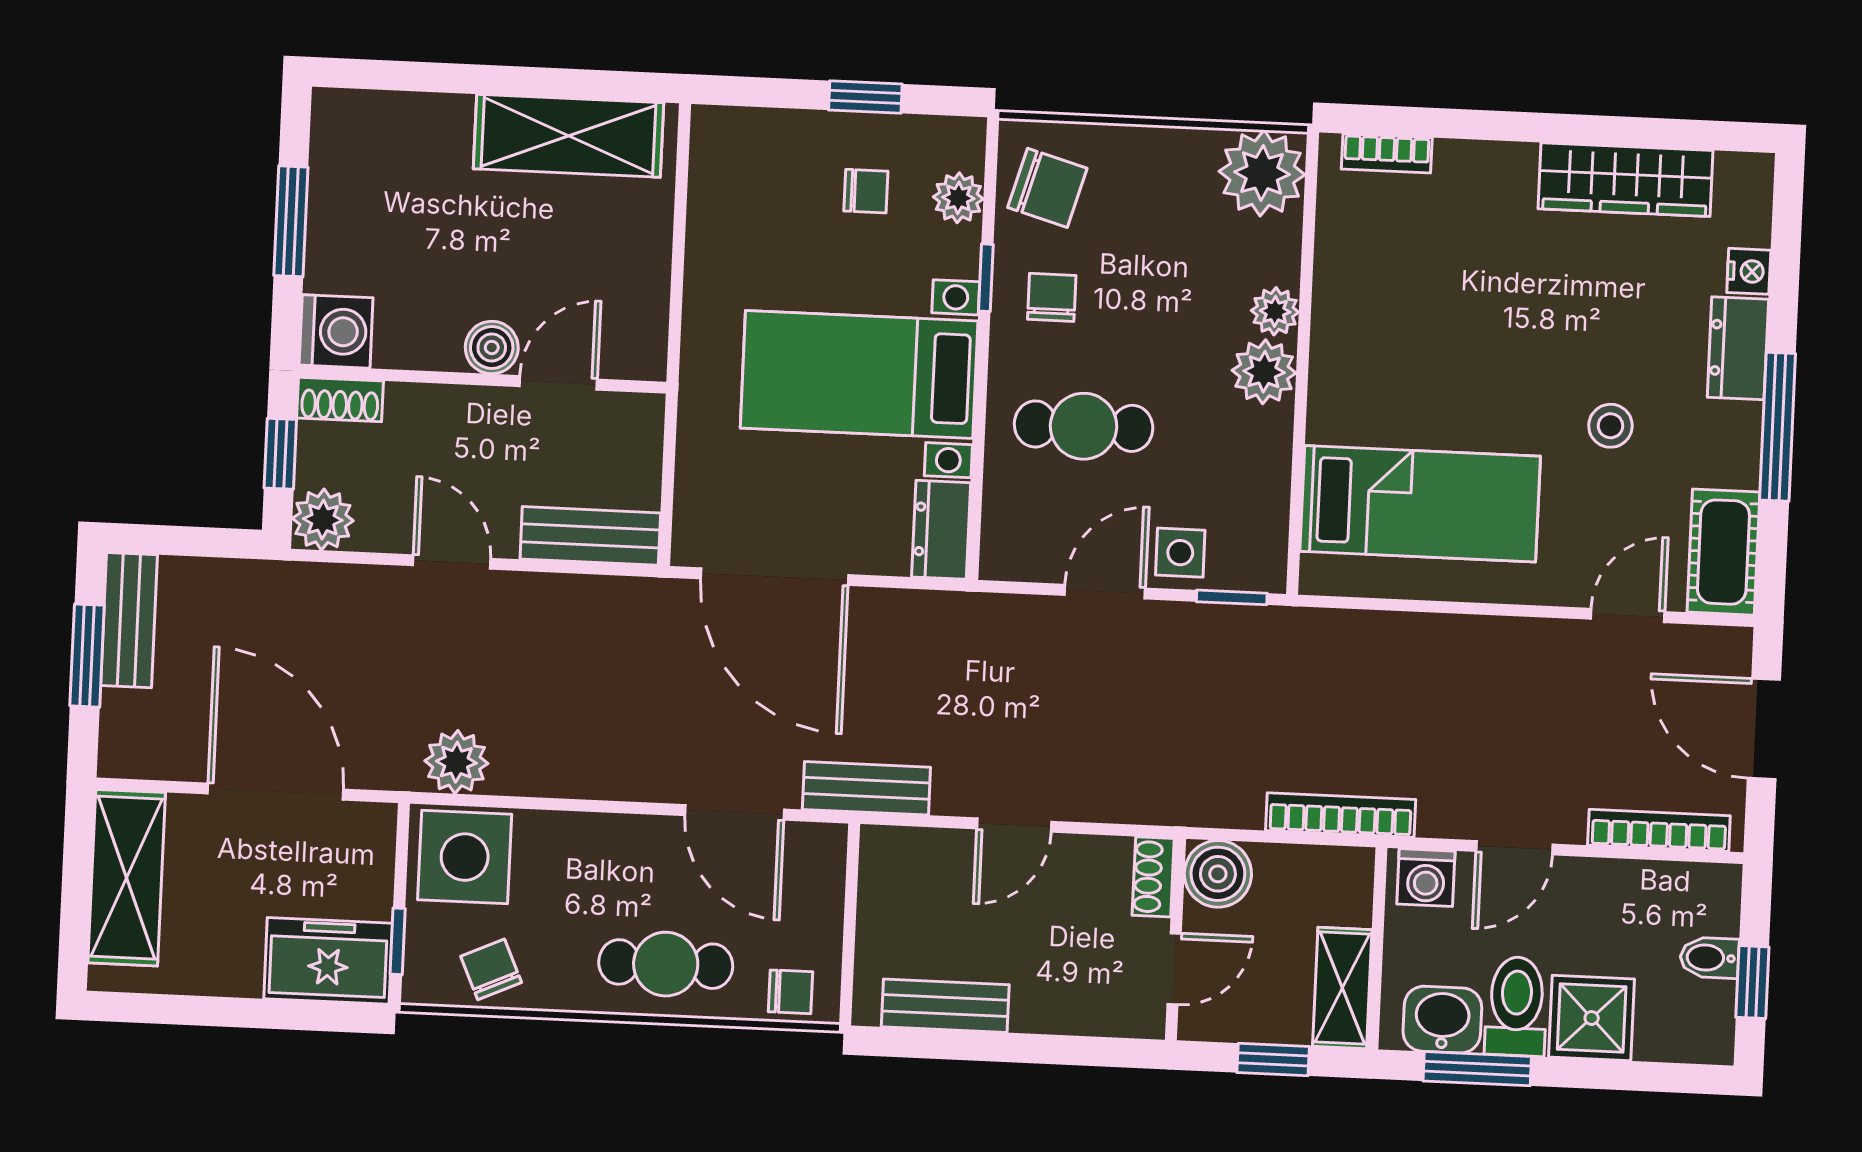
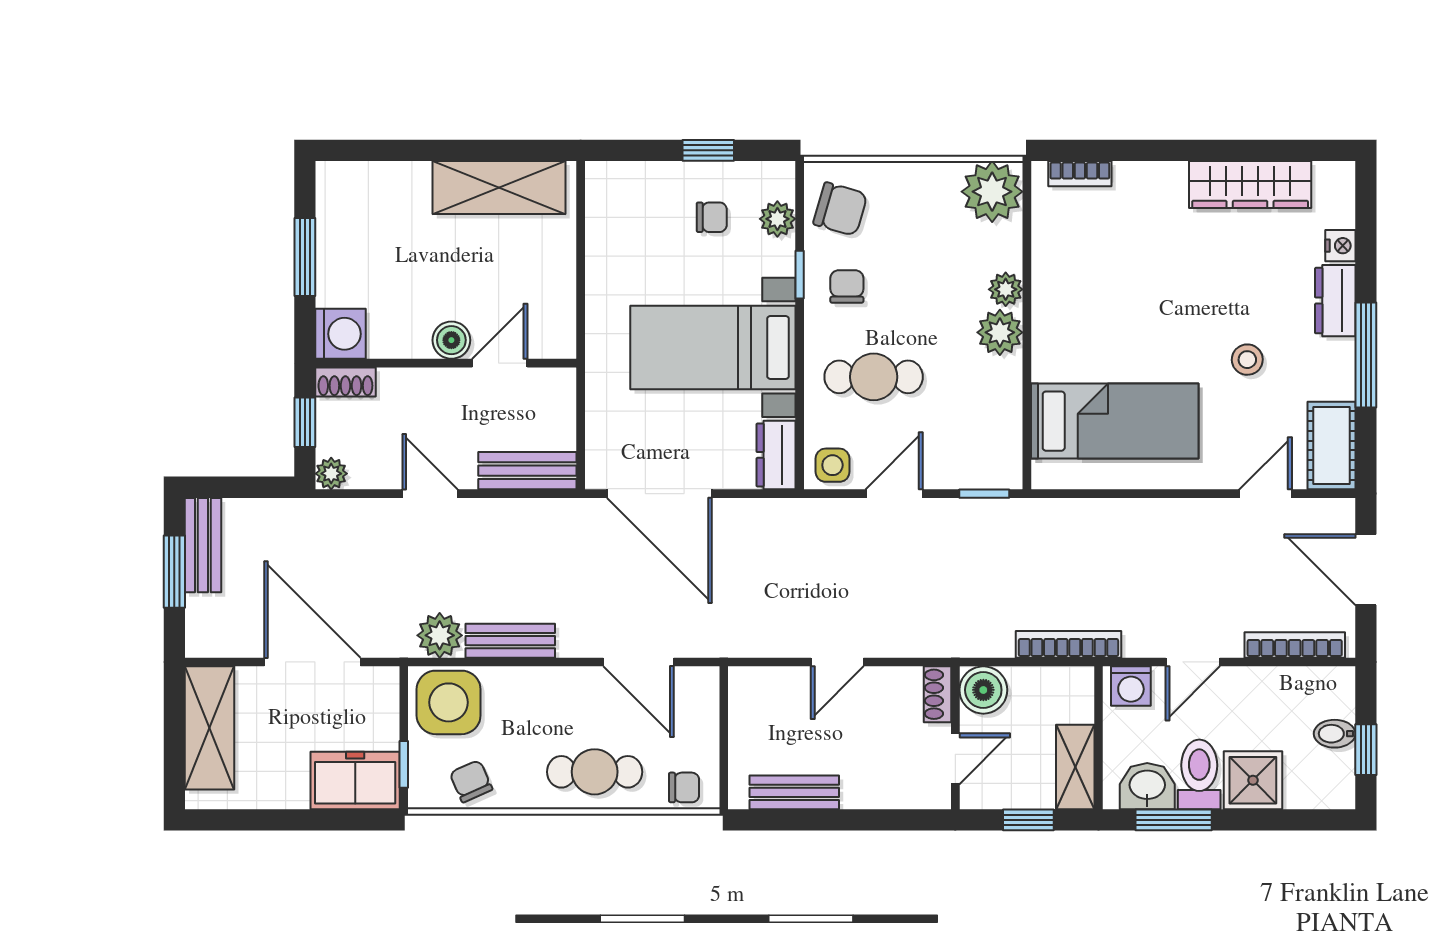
plant: (323, 520) -> (331, 474), width x0.73, depth x0.73
side table: (1180, 553) -> (832, 465), moved
bench: (866, 788) -> (510, 641), moved

